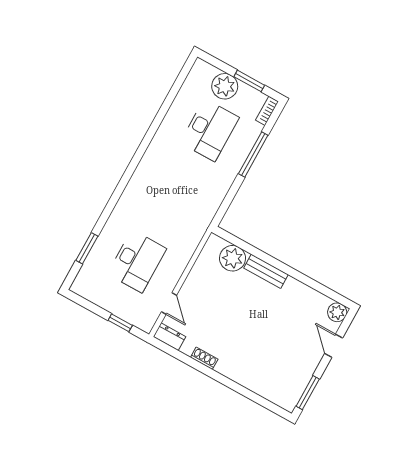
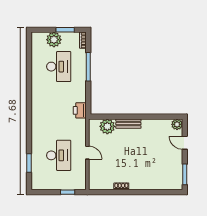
printer: (205, 212) -> (80, 110), added
door: (169, 303) -> (87, 153), moved
dresser: (169, 337) -> (97, 185), removed

